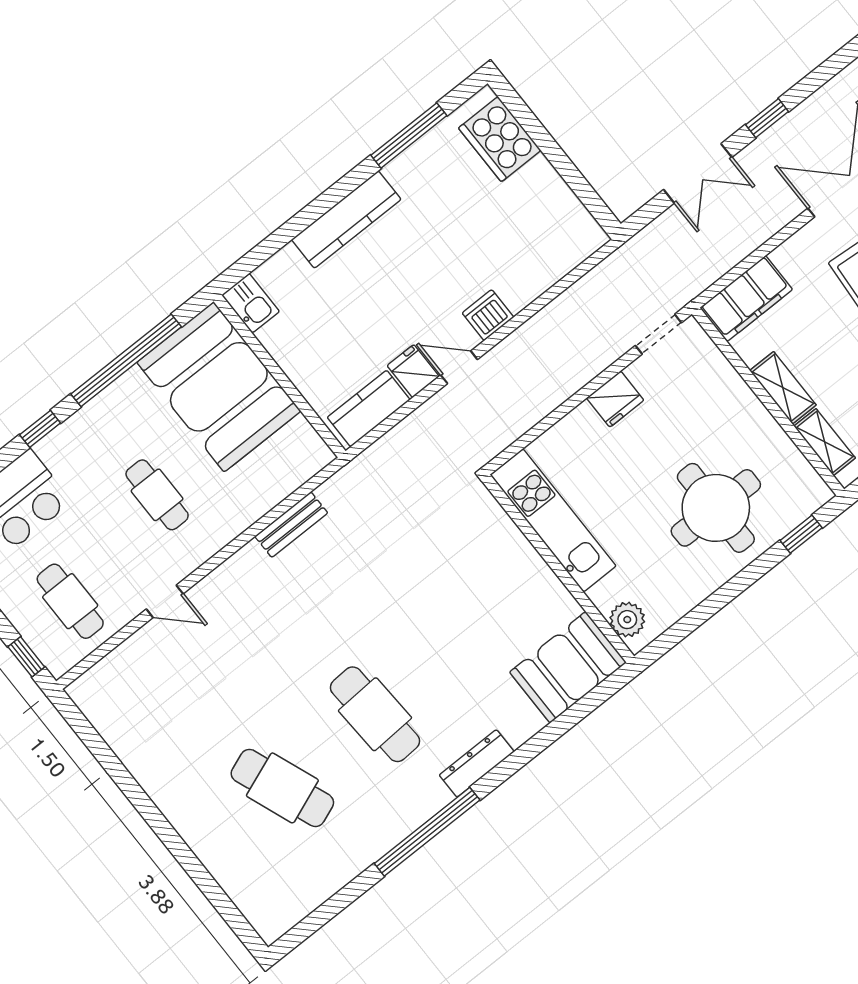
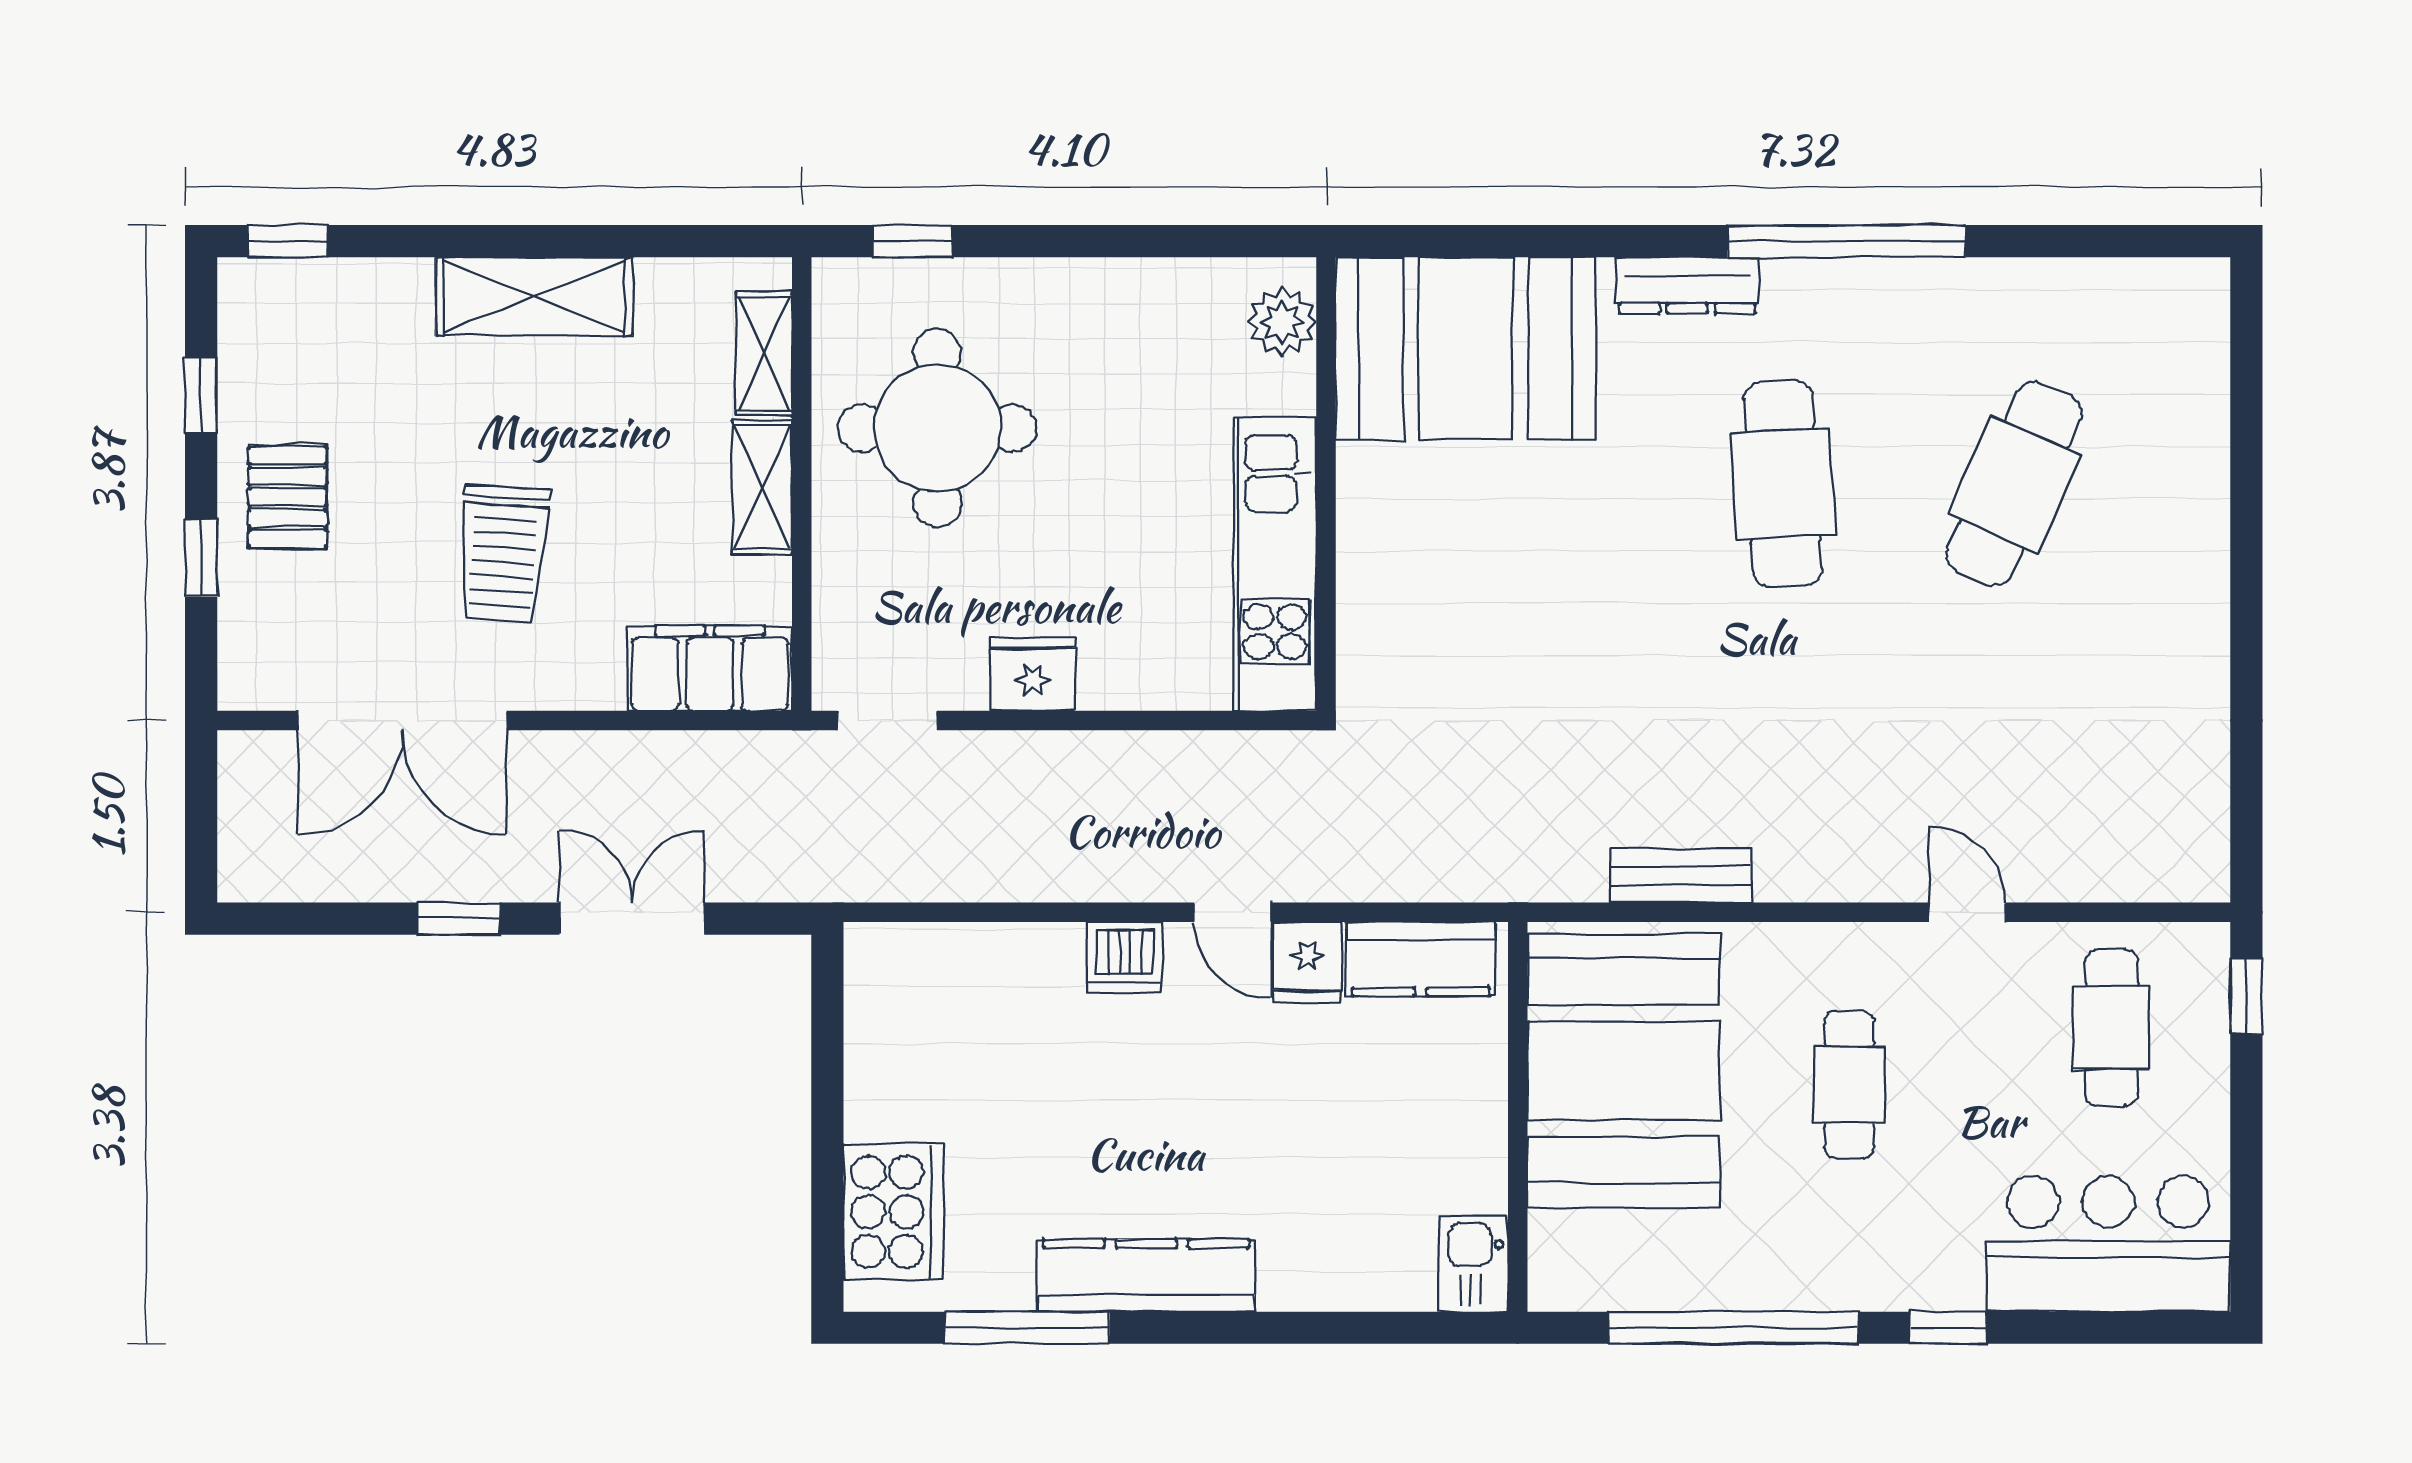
kitchen counter: (346, 219) -> (1146, 1276), moved
booth: (219, 387) -> (1623, 1071), moved
round table: (716, 508) -> (937, 428), moved
booth: (568, 667) -> (1465, 348), width x1.36, depth x1.42
cafe table: (282, 788) -> (2014, 484), turned 45

